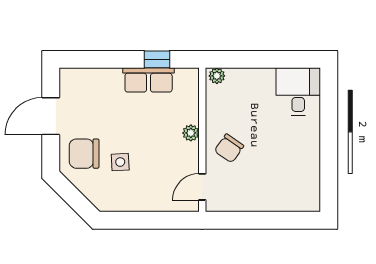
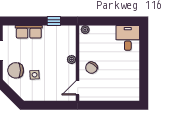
row of seats: (149, 80) -> (29, 32), moved

